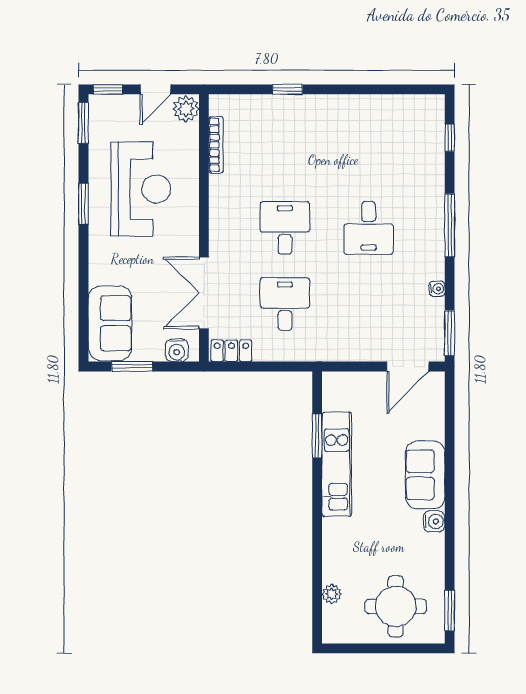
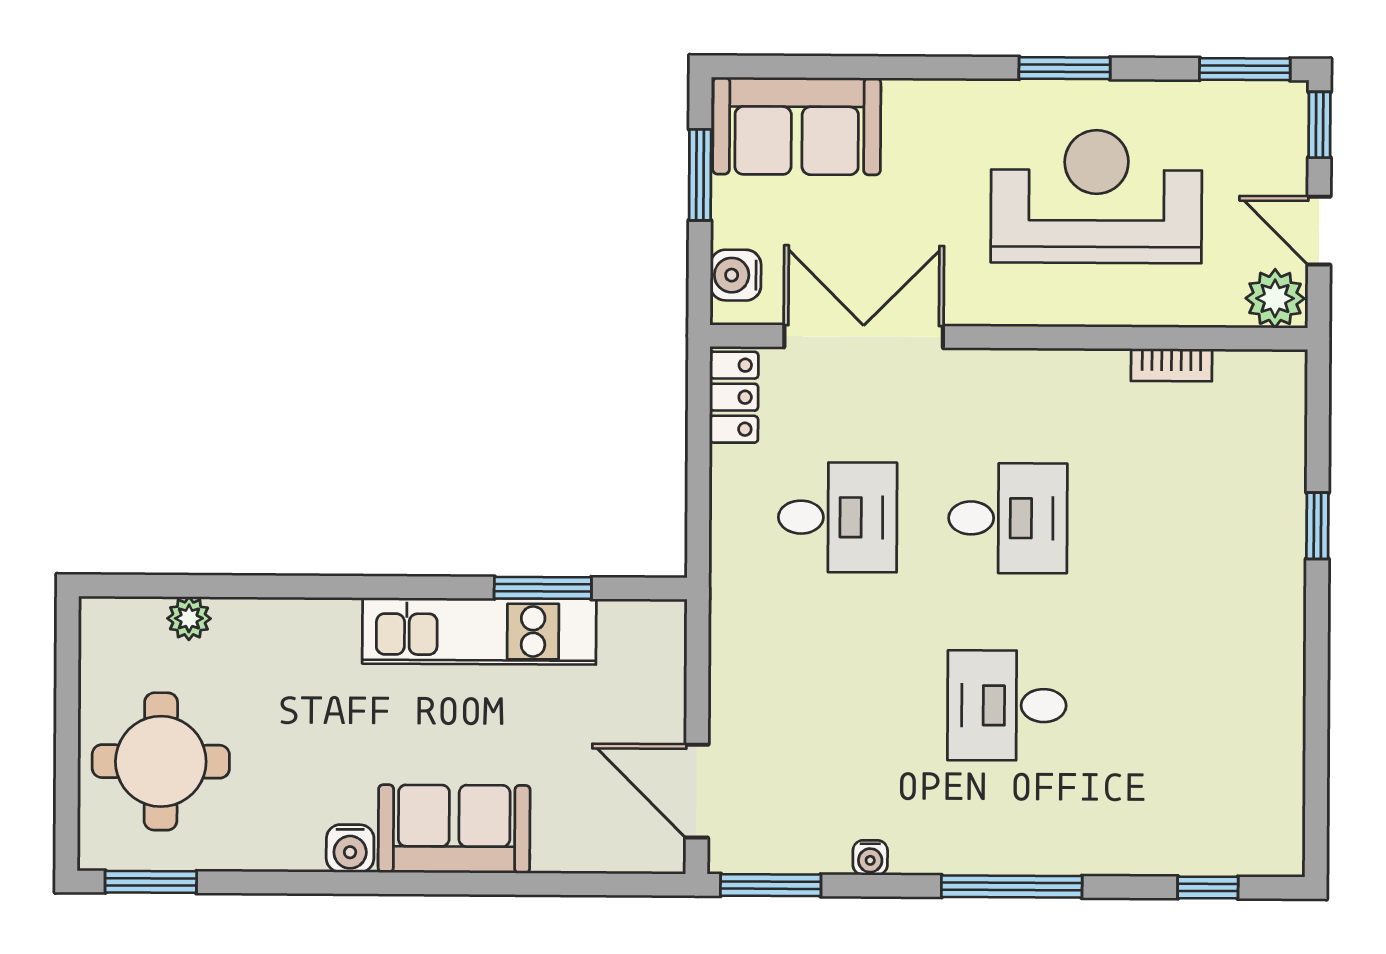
bookcase: (216, 145) -> (1171, 365), width x0.64
reception desk: (141, 189) -> (1096, 196), turned 180

